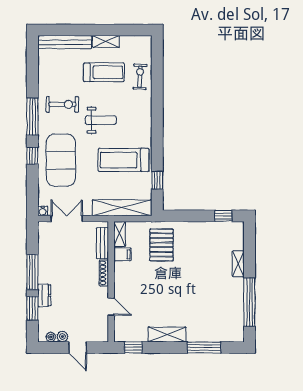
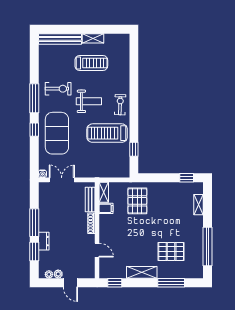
exercise bike: (140, 77) -> (120, 105), moved
shelving: (122, 208) -> (106, 171), removed
shelving: (238, 264) -> (199, 205), moved
pallet: (204, 308) -> (171, 251), added

